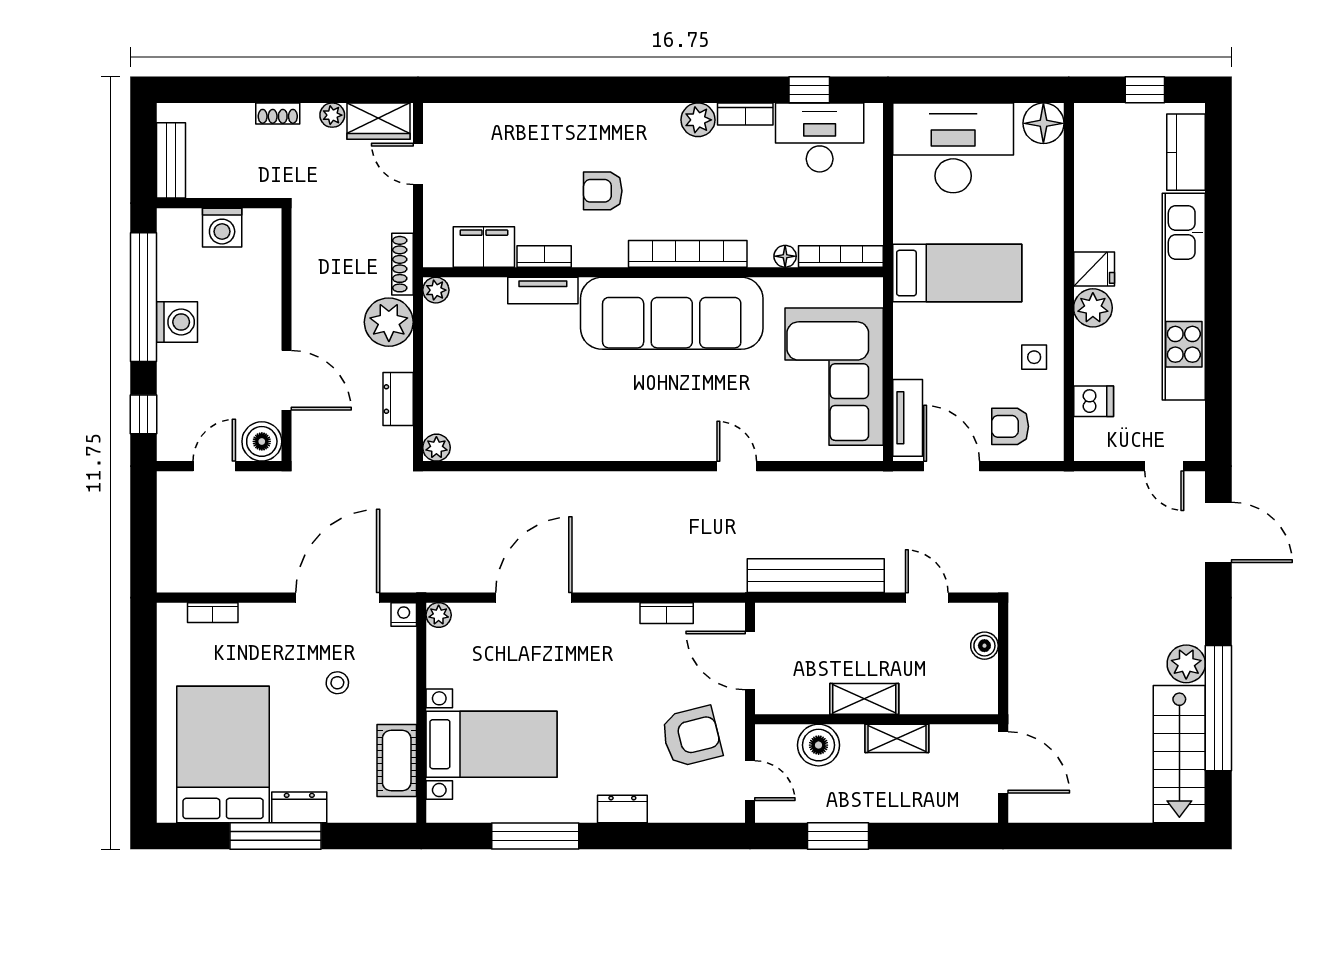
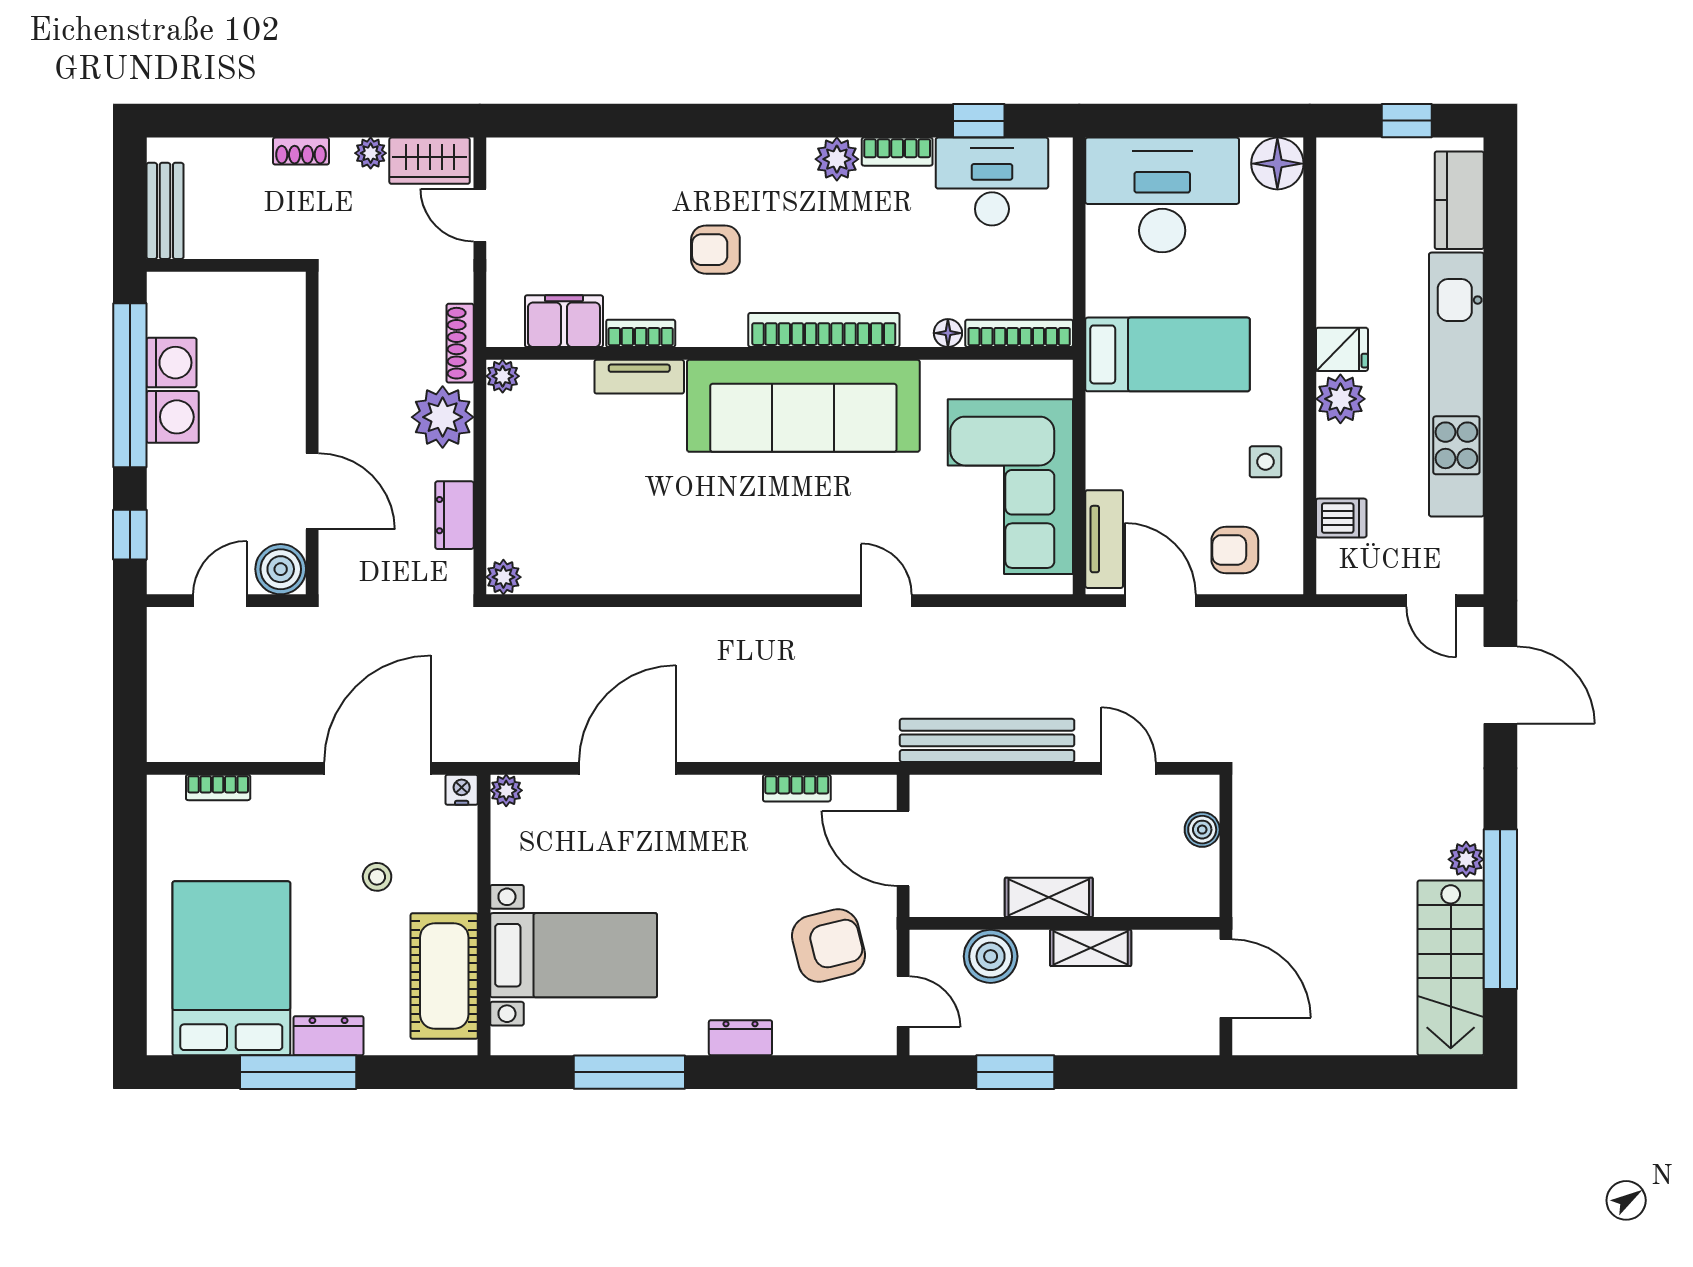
washing machine: (222, 228) -> (171, 363), moved, turned -90
plant: (1186, 664) -> (1466, 859), width x0.73, depth x0.73
cot: (397, 760) -> (444, 976), width x1.37, depth x1.34

